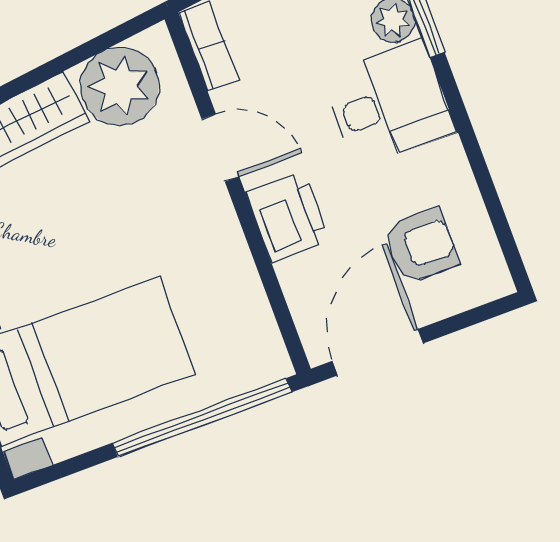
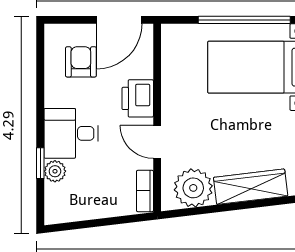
armchair: (421, 246) -> (81, 62), turned 90
window: (202, 417) -> (244, 20), moved

